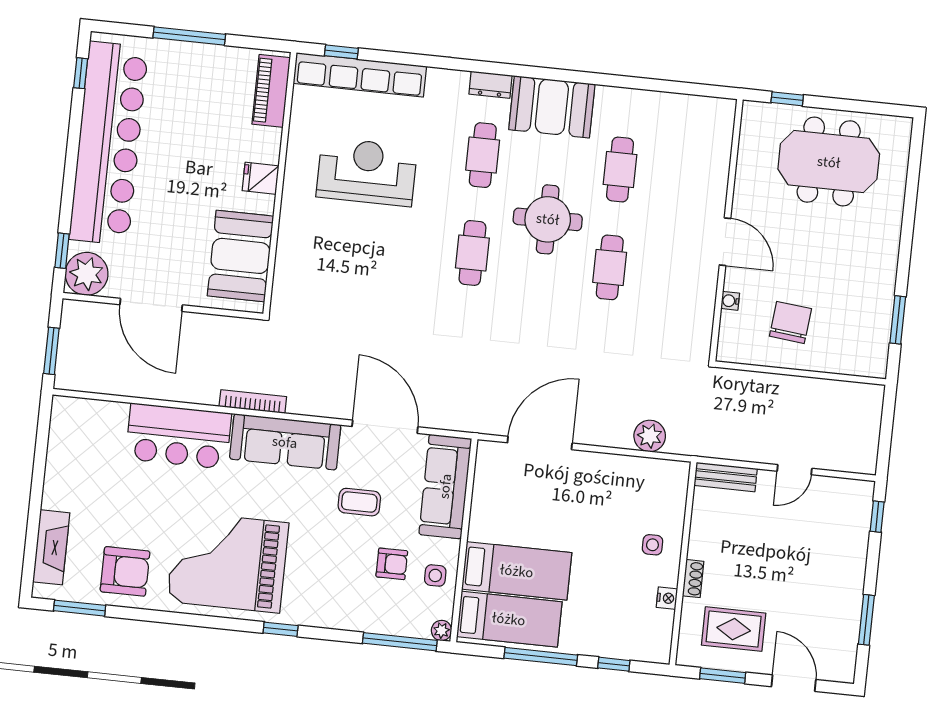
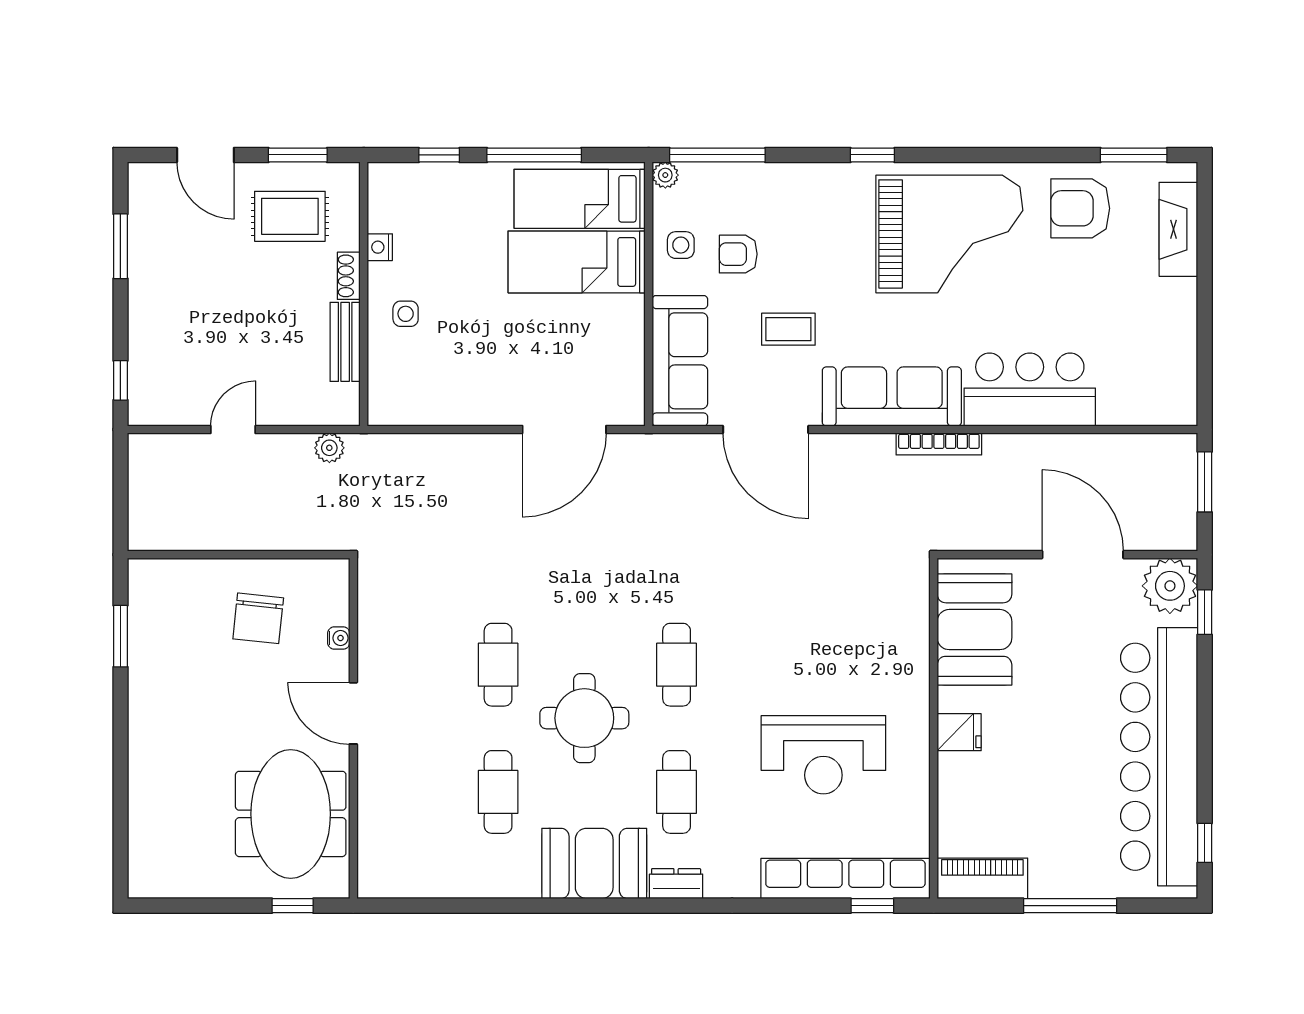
piano: (271, 91) -> (982, 878), moved, turned -90
meeting table: (829, 162) -> (291, 814), moved, turned 90
plant: (650, 436) -> (329, 448), moved, width x0.73, depth x0.73
bench: (726, 477) -> (345, 342), moved, turned 90

